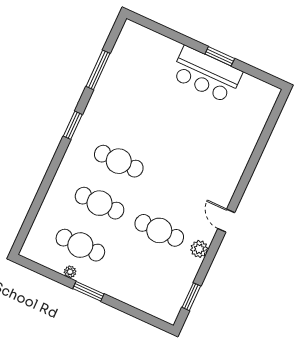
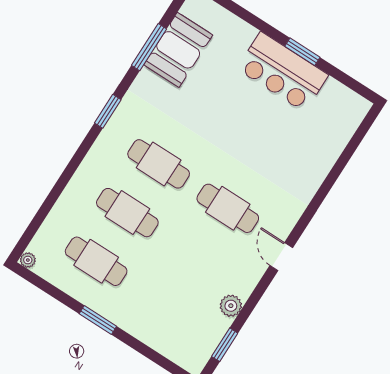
booth: (121, 69) -> (178, 50), added
cafe table: (159, 230) -> (228, 208), moved
plant: (199, 249) -> (231, 306), moved
plant: (70, 272) -> (28, 260), moved

